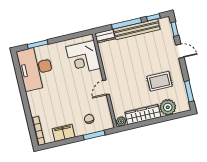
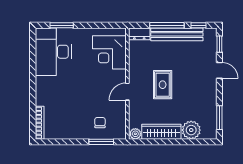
rug: (160, 81) -> (163, 85), moved, turned 90
filing cabinet: (64, 133) -> (68, 132), removed

